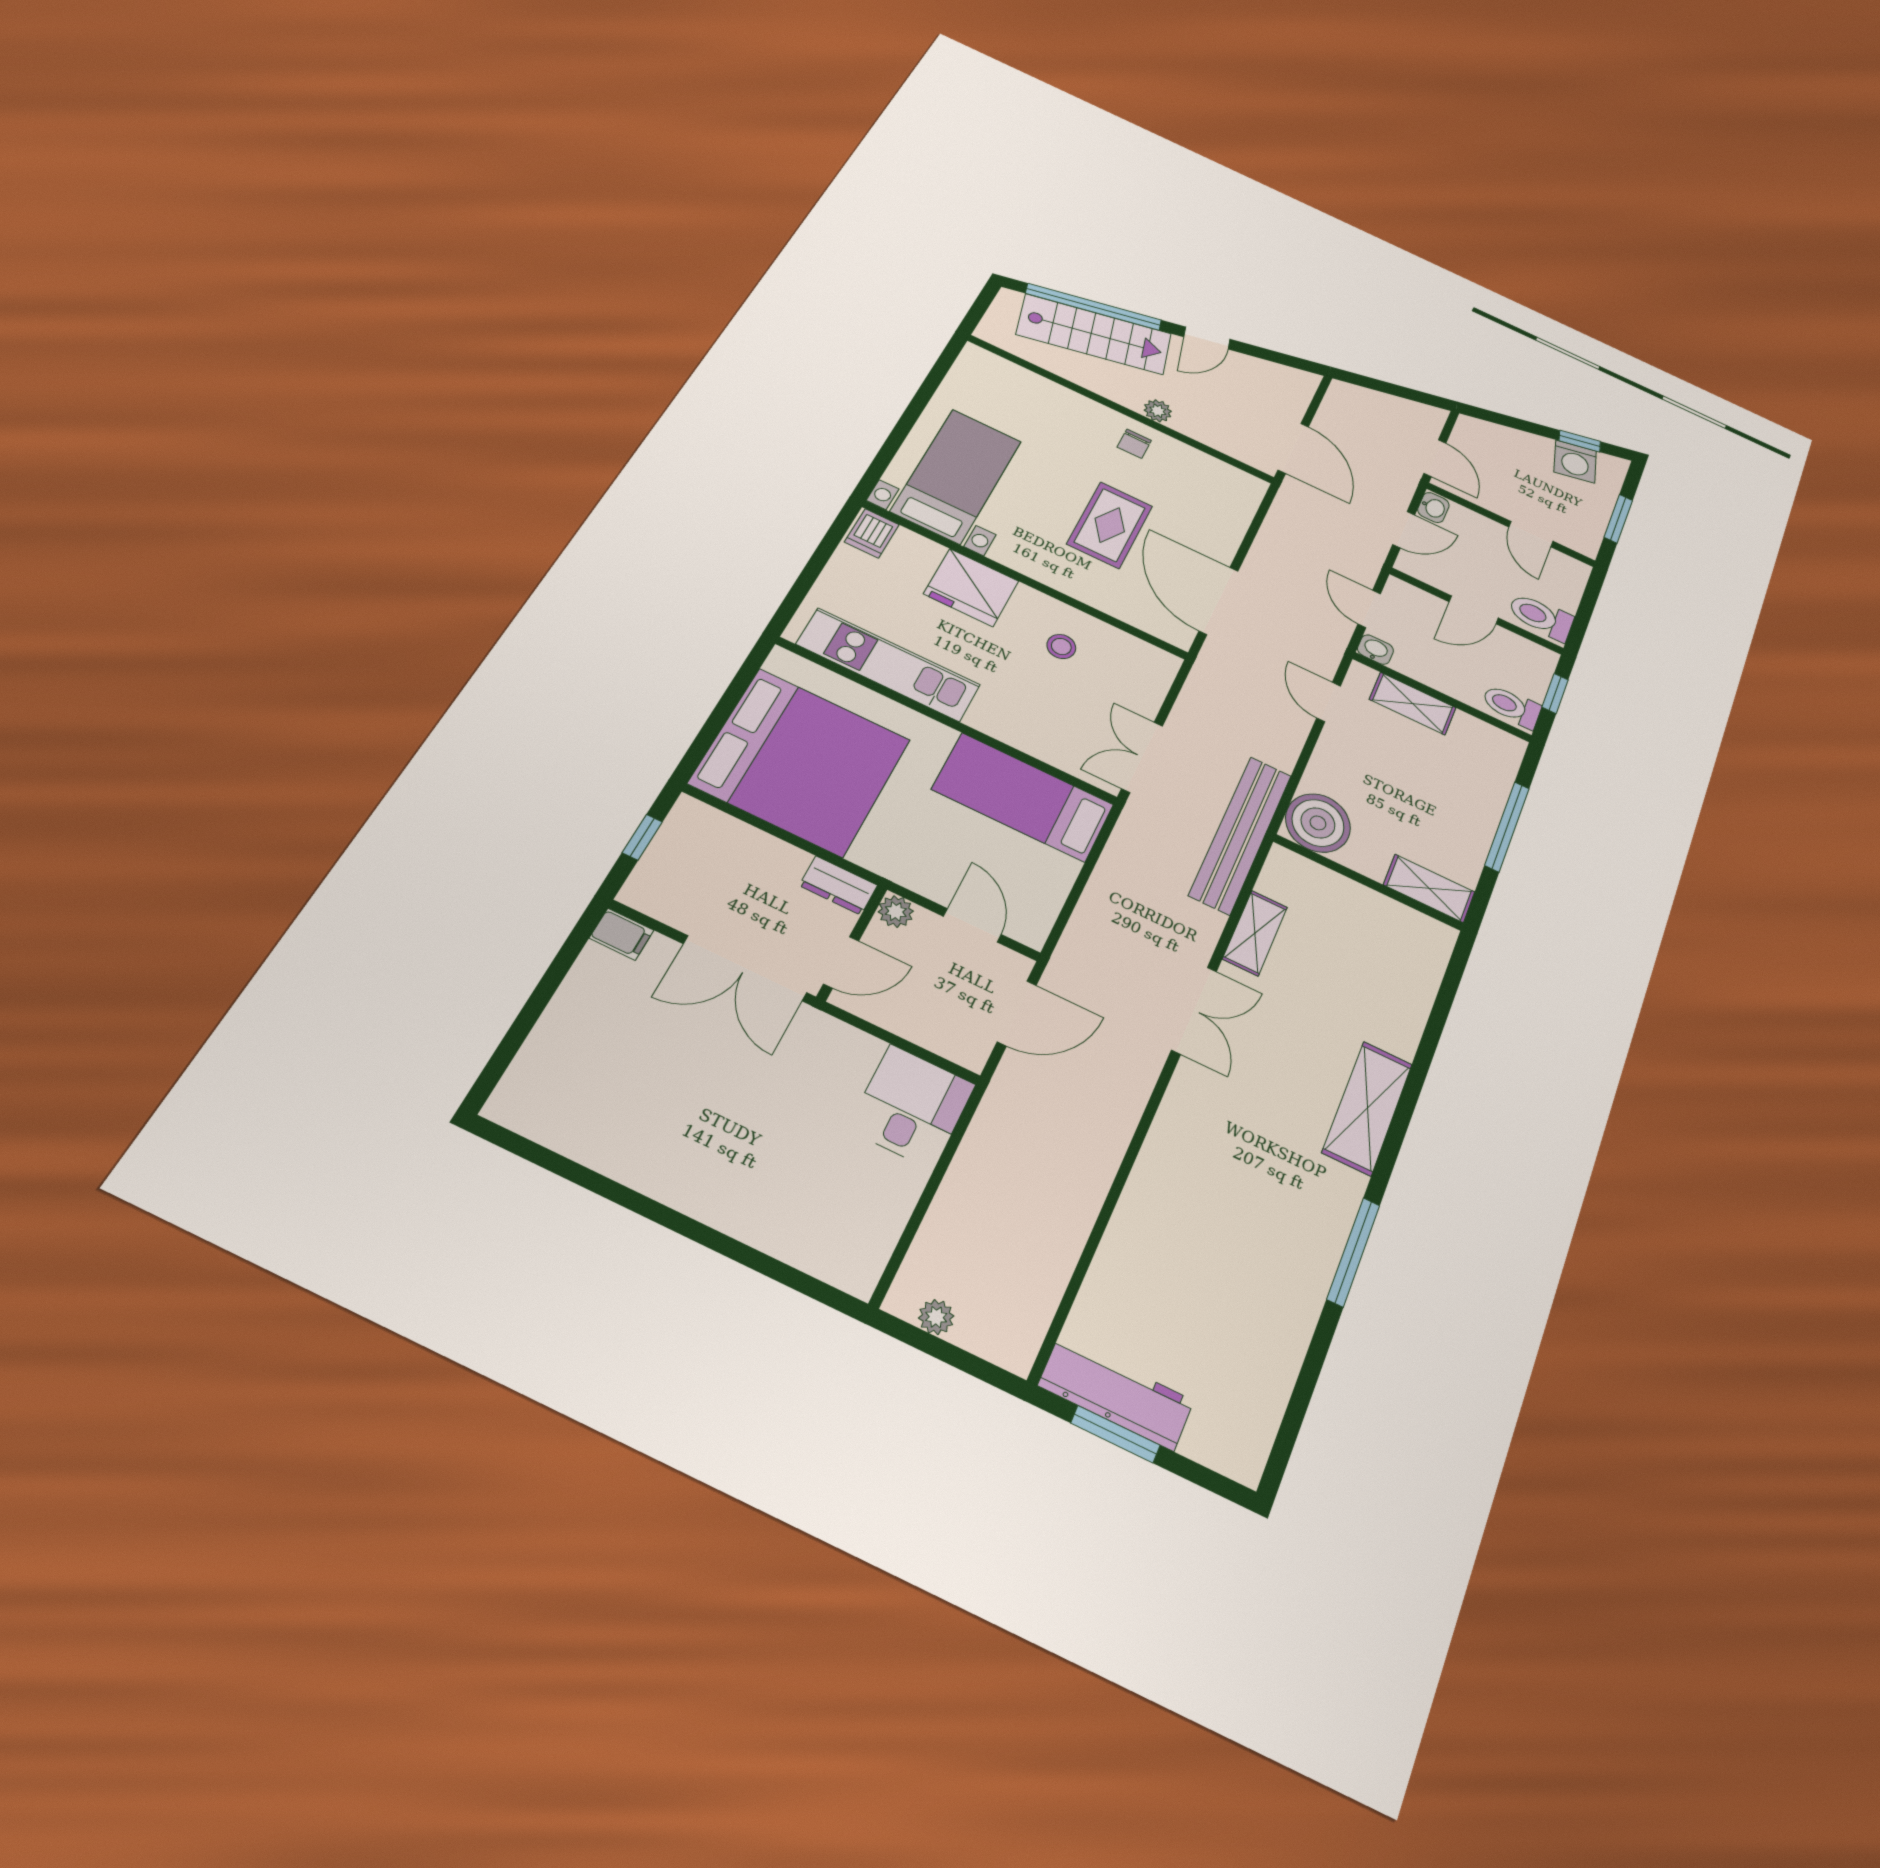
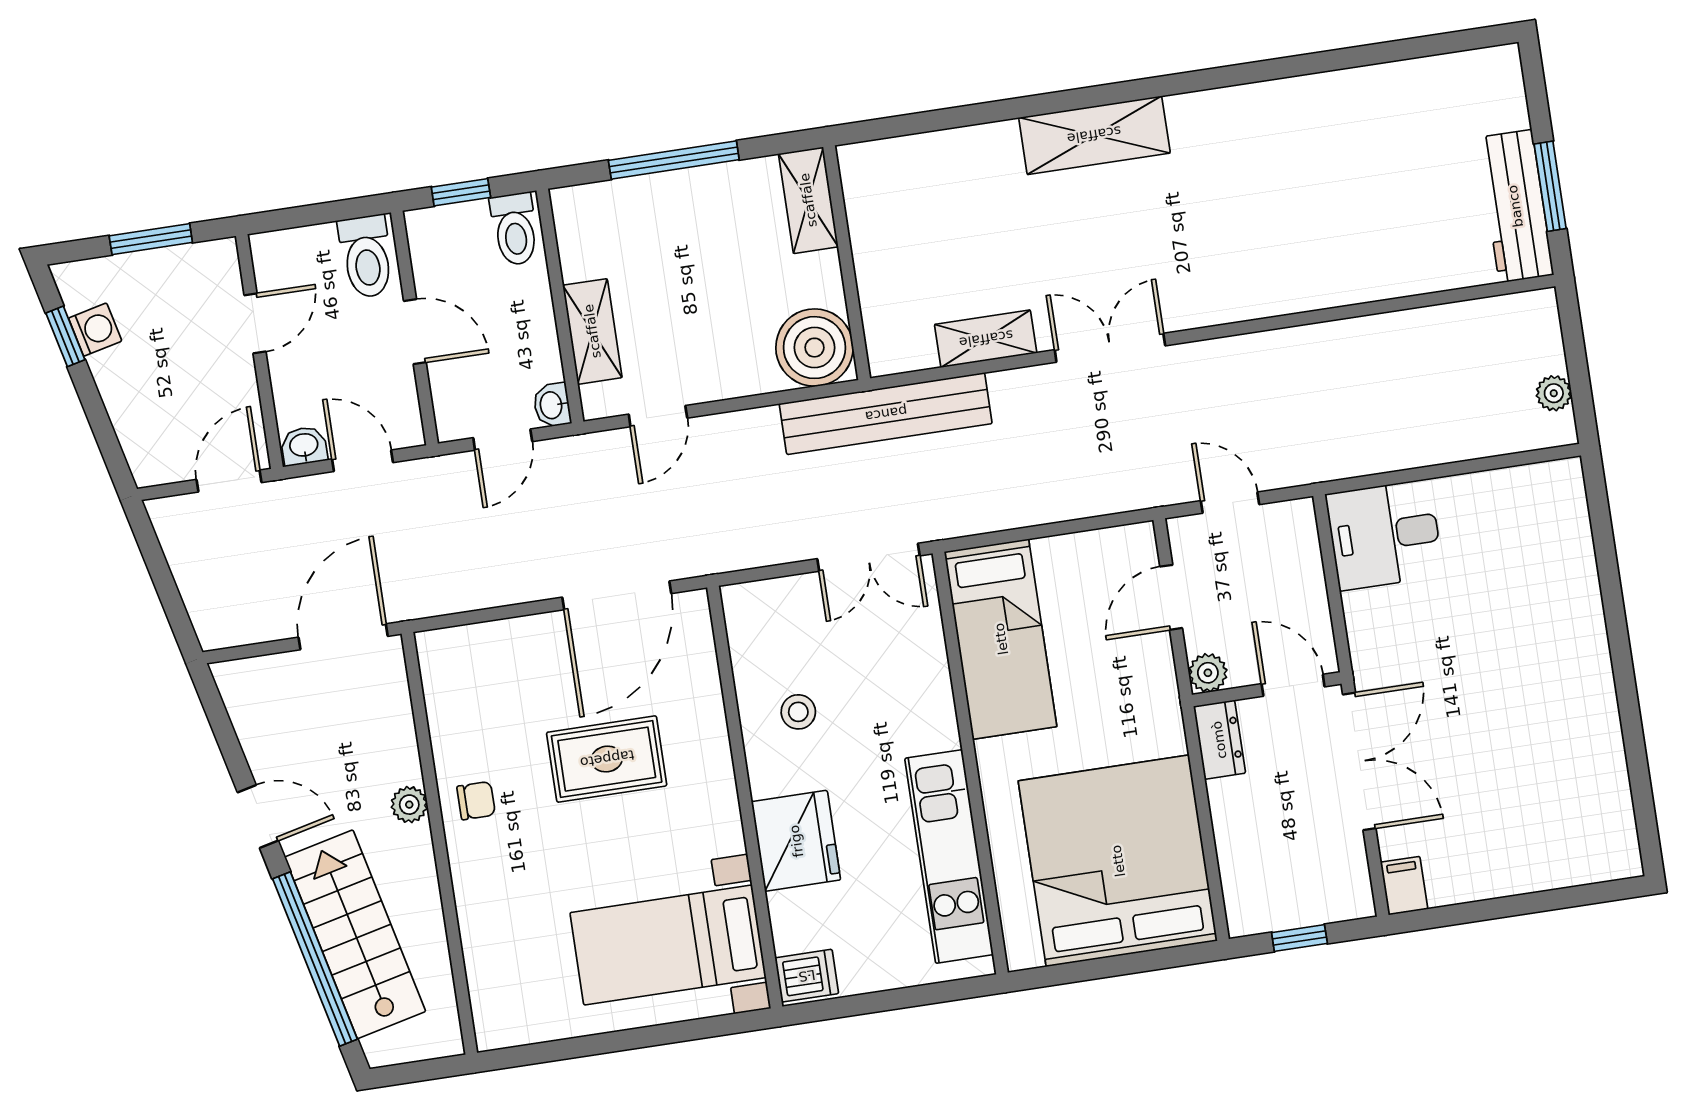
washing machine: (1575, 461) -> (95, 330), width x0.73, depth x0.73
door: (1017, 1013) -> (1230, 503), width x0.73
window: (1353, 1252) -> (1247, 73), removed

